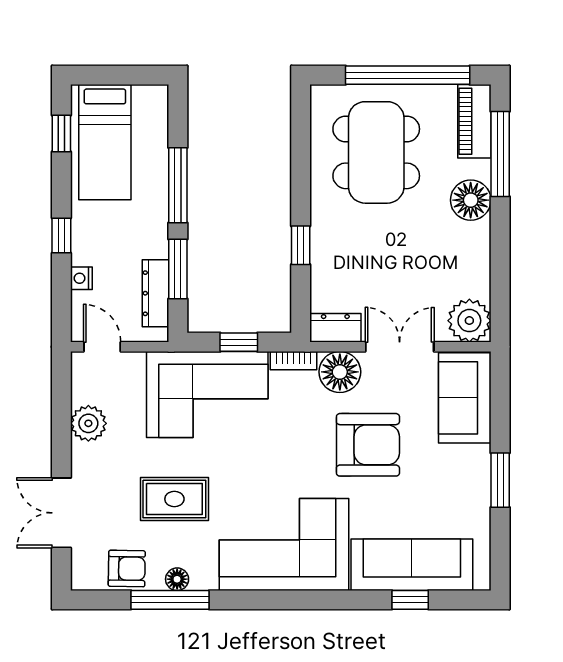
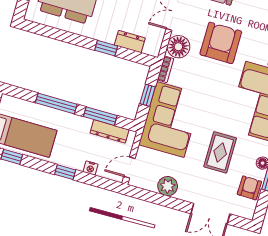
dresser: (335, 328) -> (130, 42), moved, turned 90

